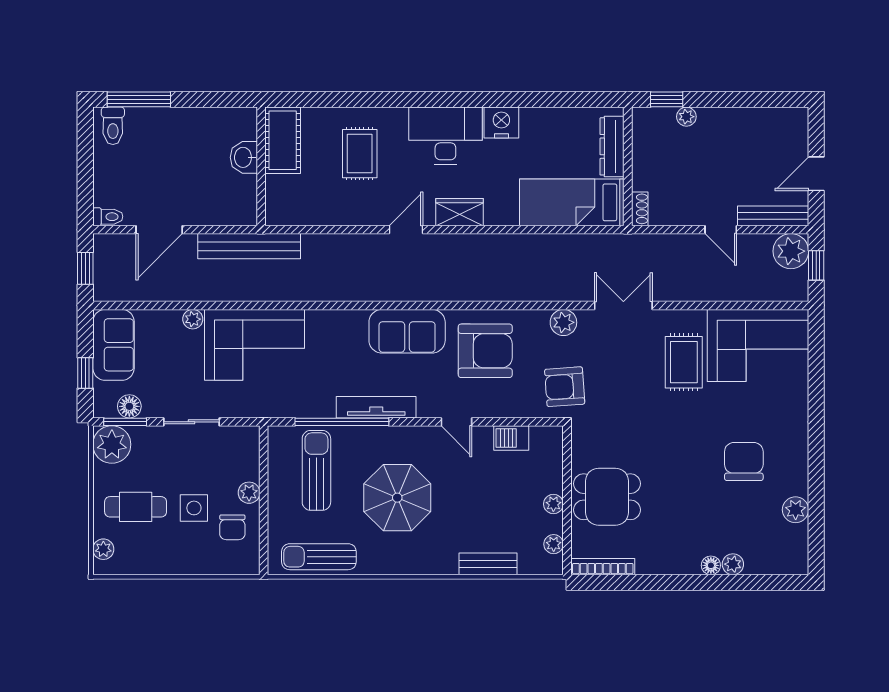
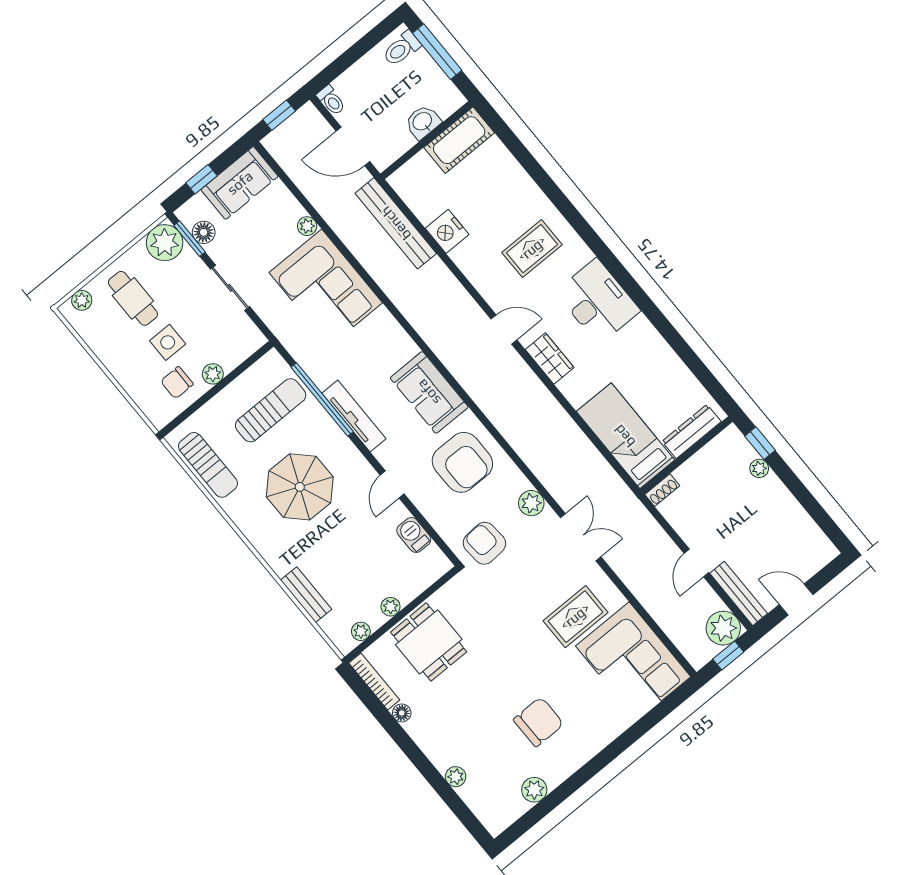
nightstand: (501, 122) -> (447, 231), moved, turned 180
cot: (283, 140) -> (459, 140), moved
washbasin: (244, 157) -> (423, 122), moved
wall: (261, 166) -> (427, 140), moved
sun lounger: (319, 557) -> (208, 465), turned 180
floor lamp: (711, 565) -> (402, 713), moved

